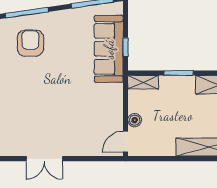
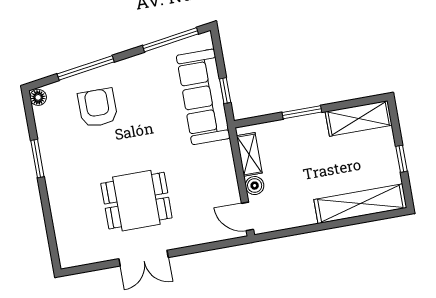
shelving: (143, 82) -> (249, 154), moved, turned 90
dining table: (47, 116) -> (136, 201), added
door: (125, 142) -> (247, 216), hinge flipped

